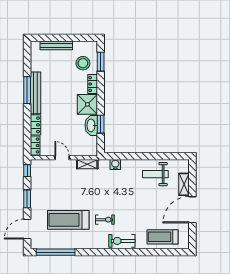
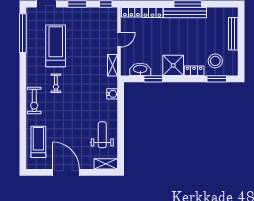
washbasin: (91, 125) -> (140, 69), moved
shelving: (184, 184) -> (106, 164), moved
exercise bike: (122, 241) -> (34, 101), turned 180

